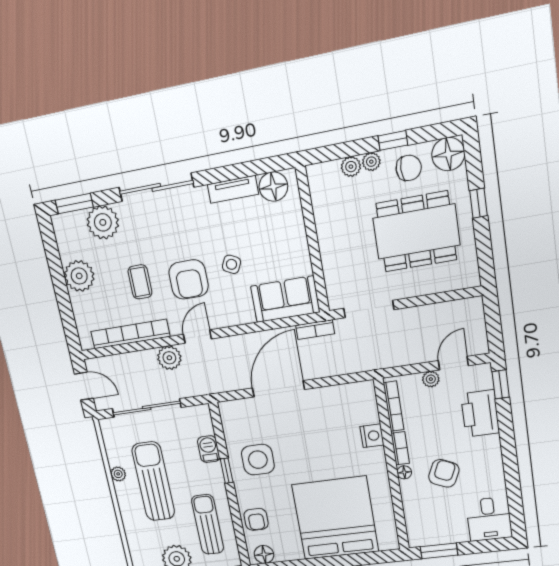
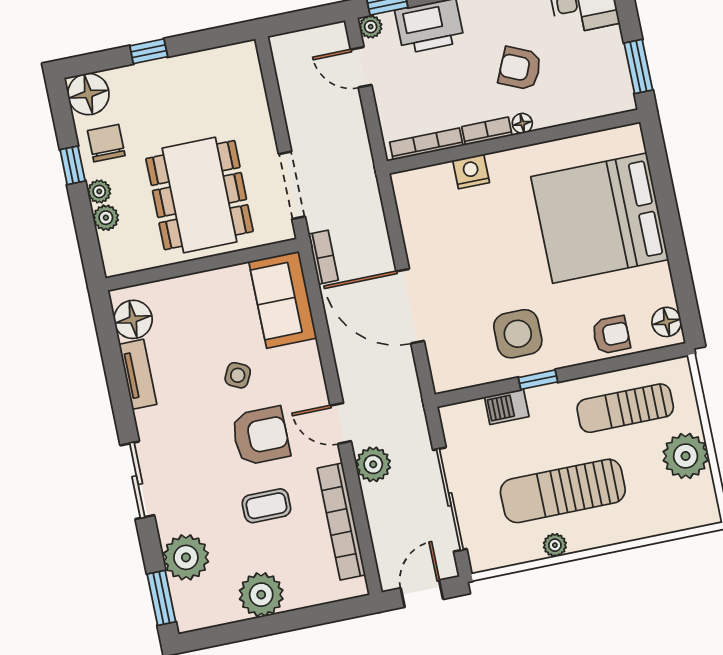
sliding door: (156, 187) -> (137, 480), width x0.73
dining table: (416, 232) -> (200, 195), moved
plant: (431, 379) -> (371, 27), moved

